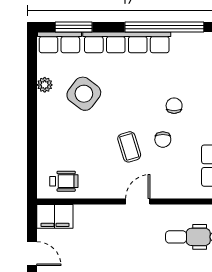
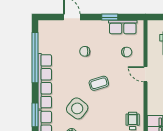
chair: (163, 140) -> (127, 52), moved
coffee table: (129, 147) -> (99, 83), moved

